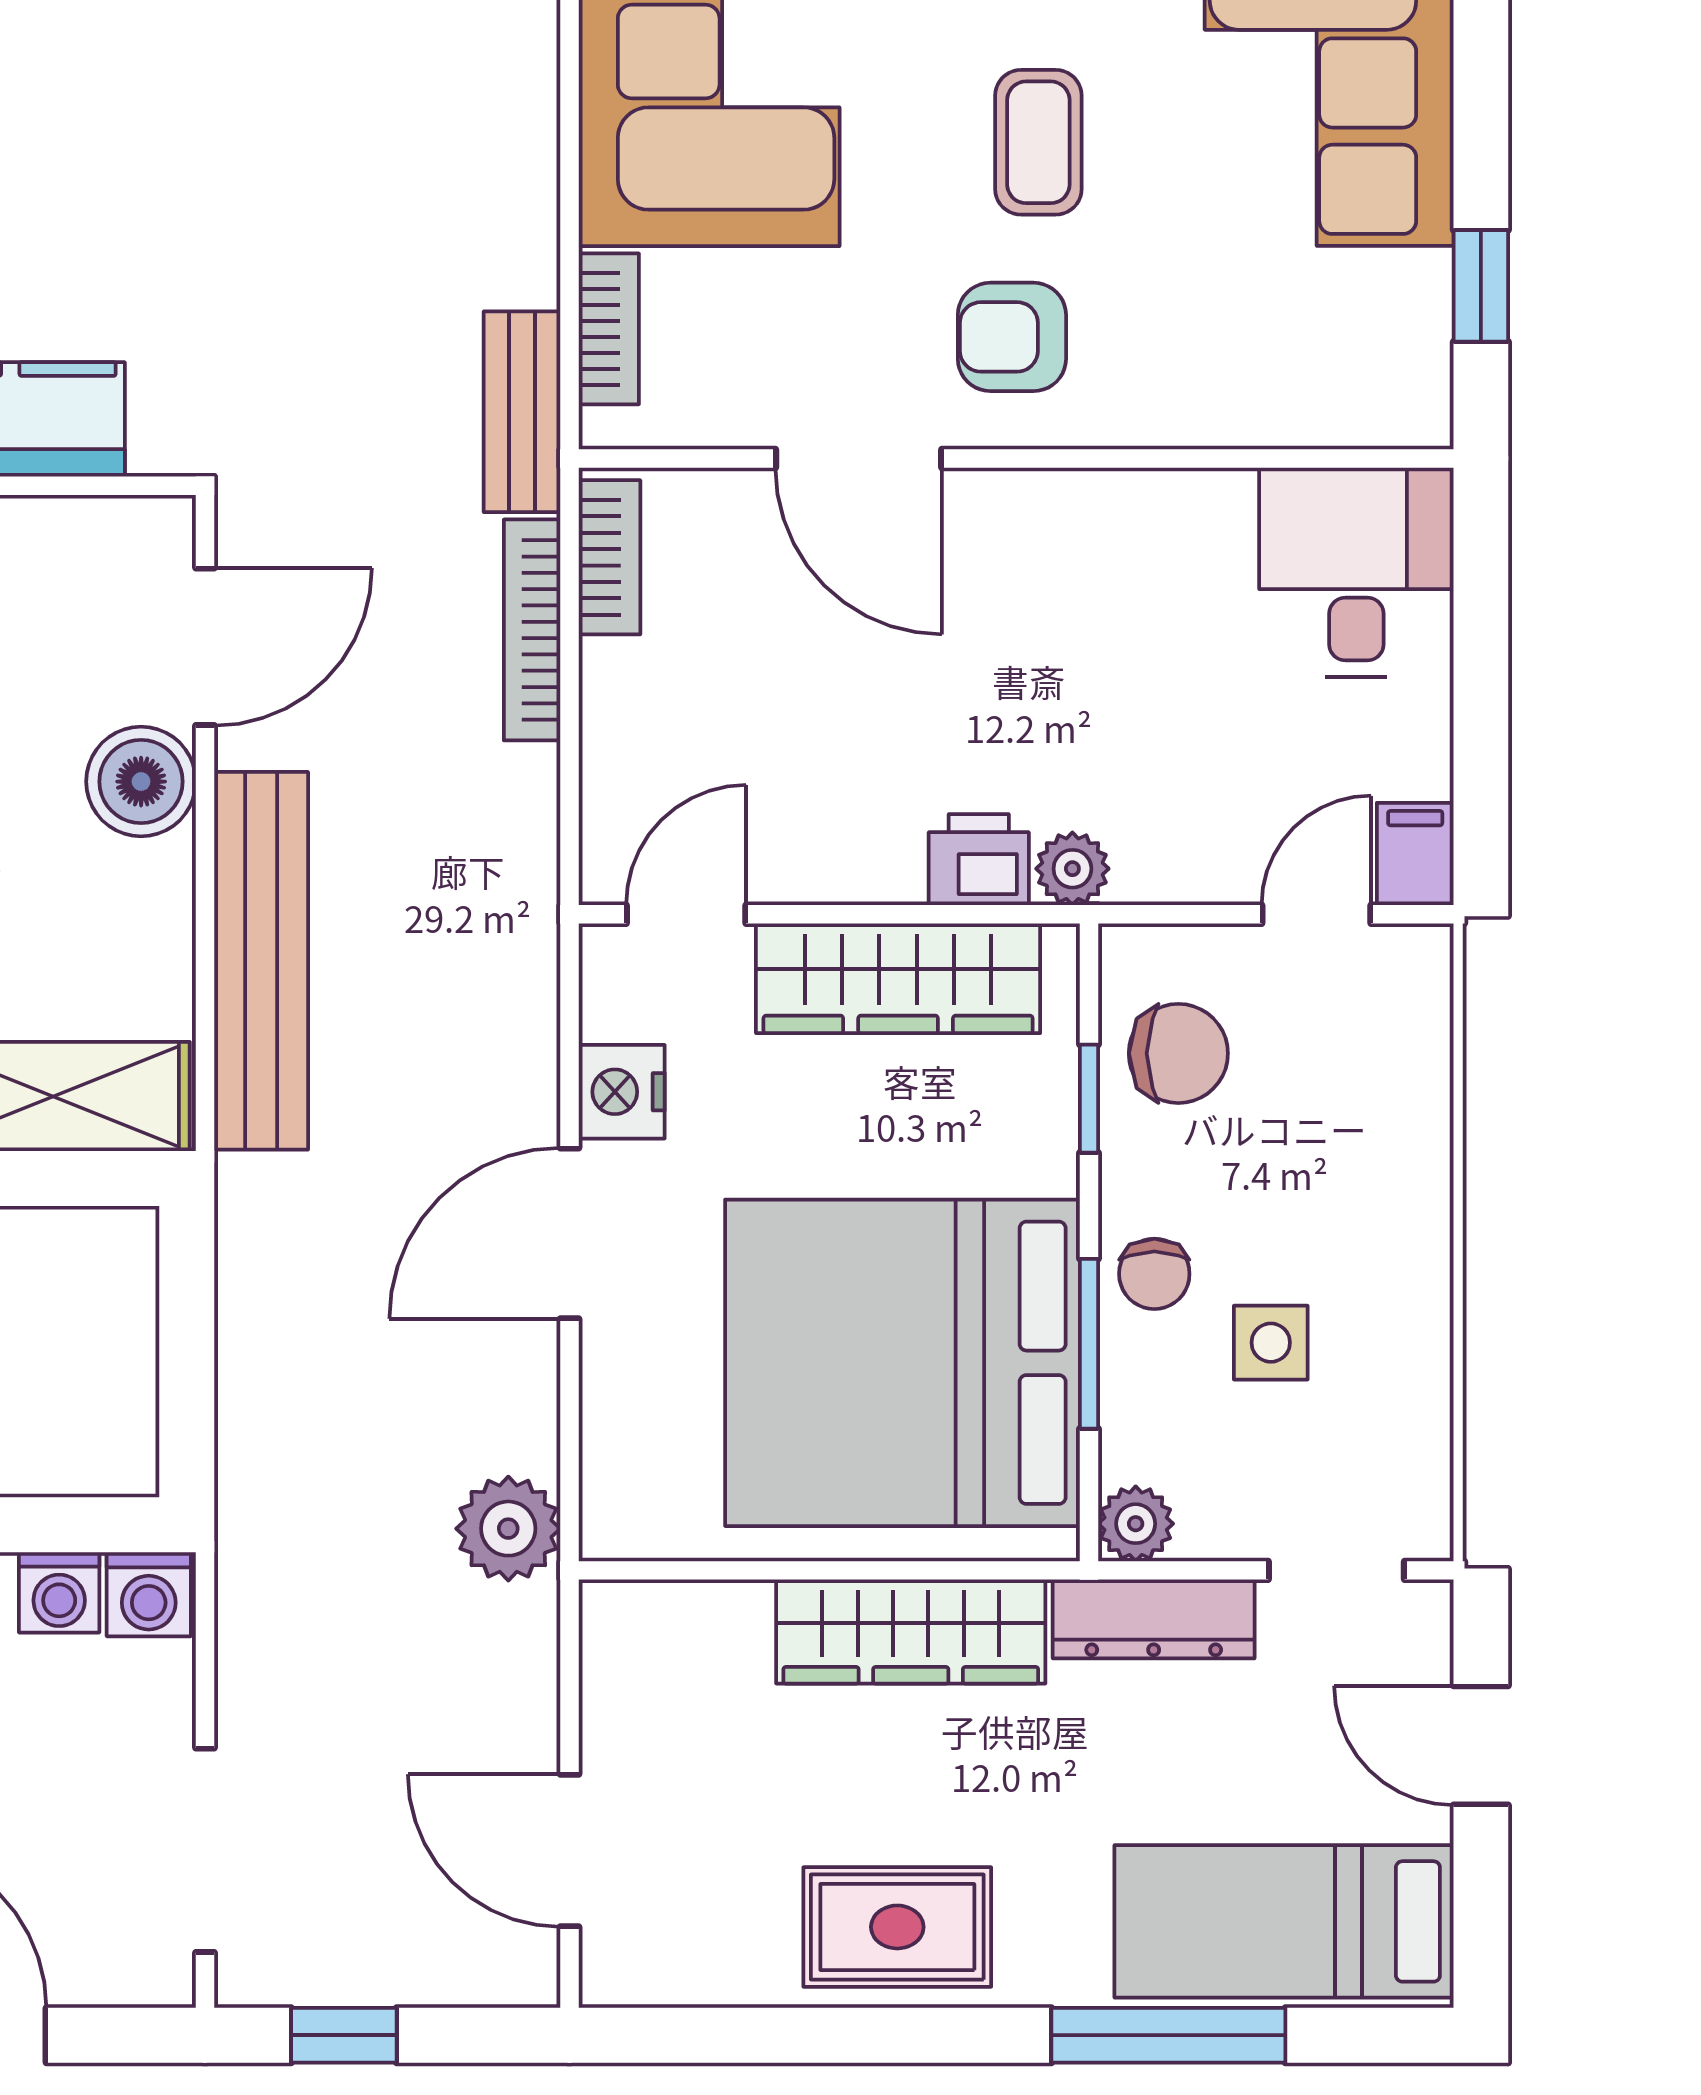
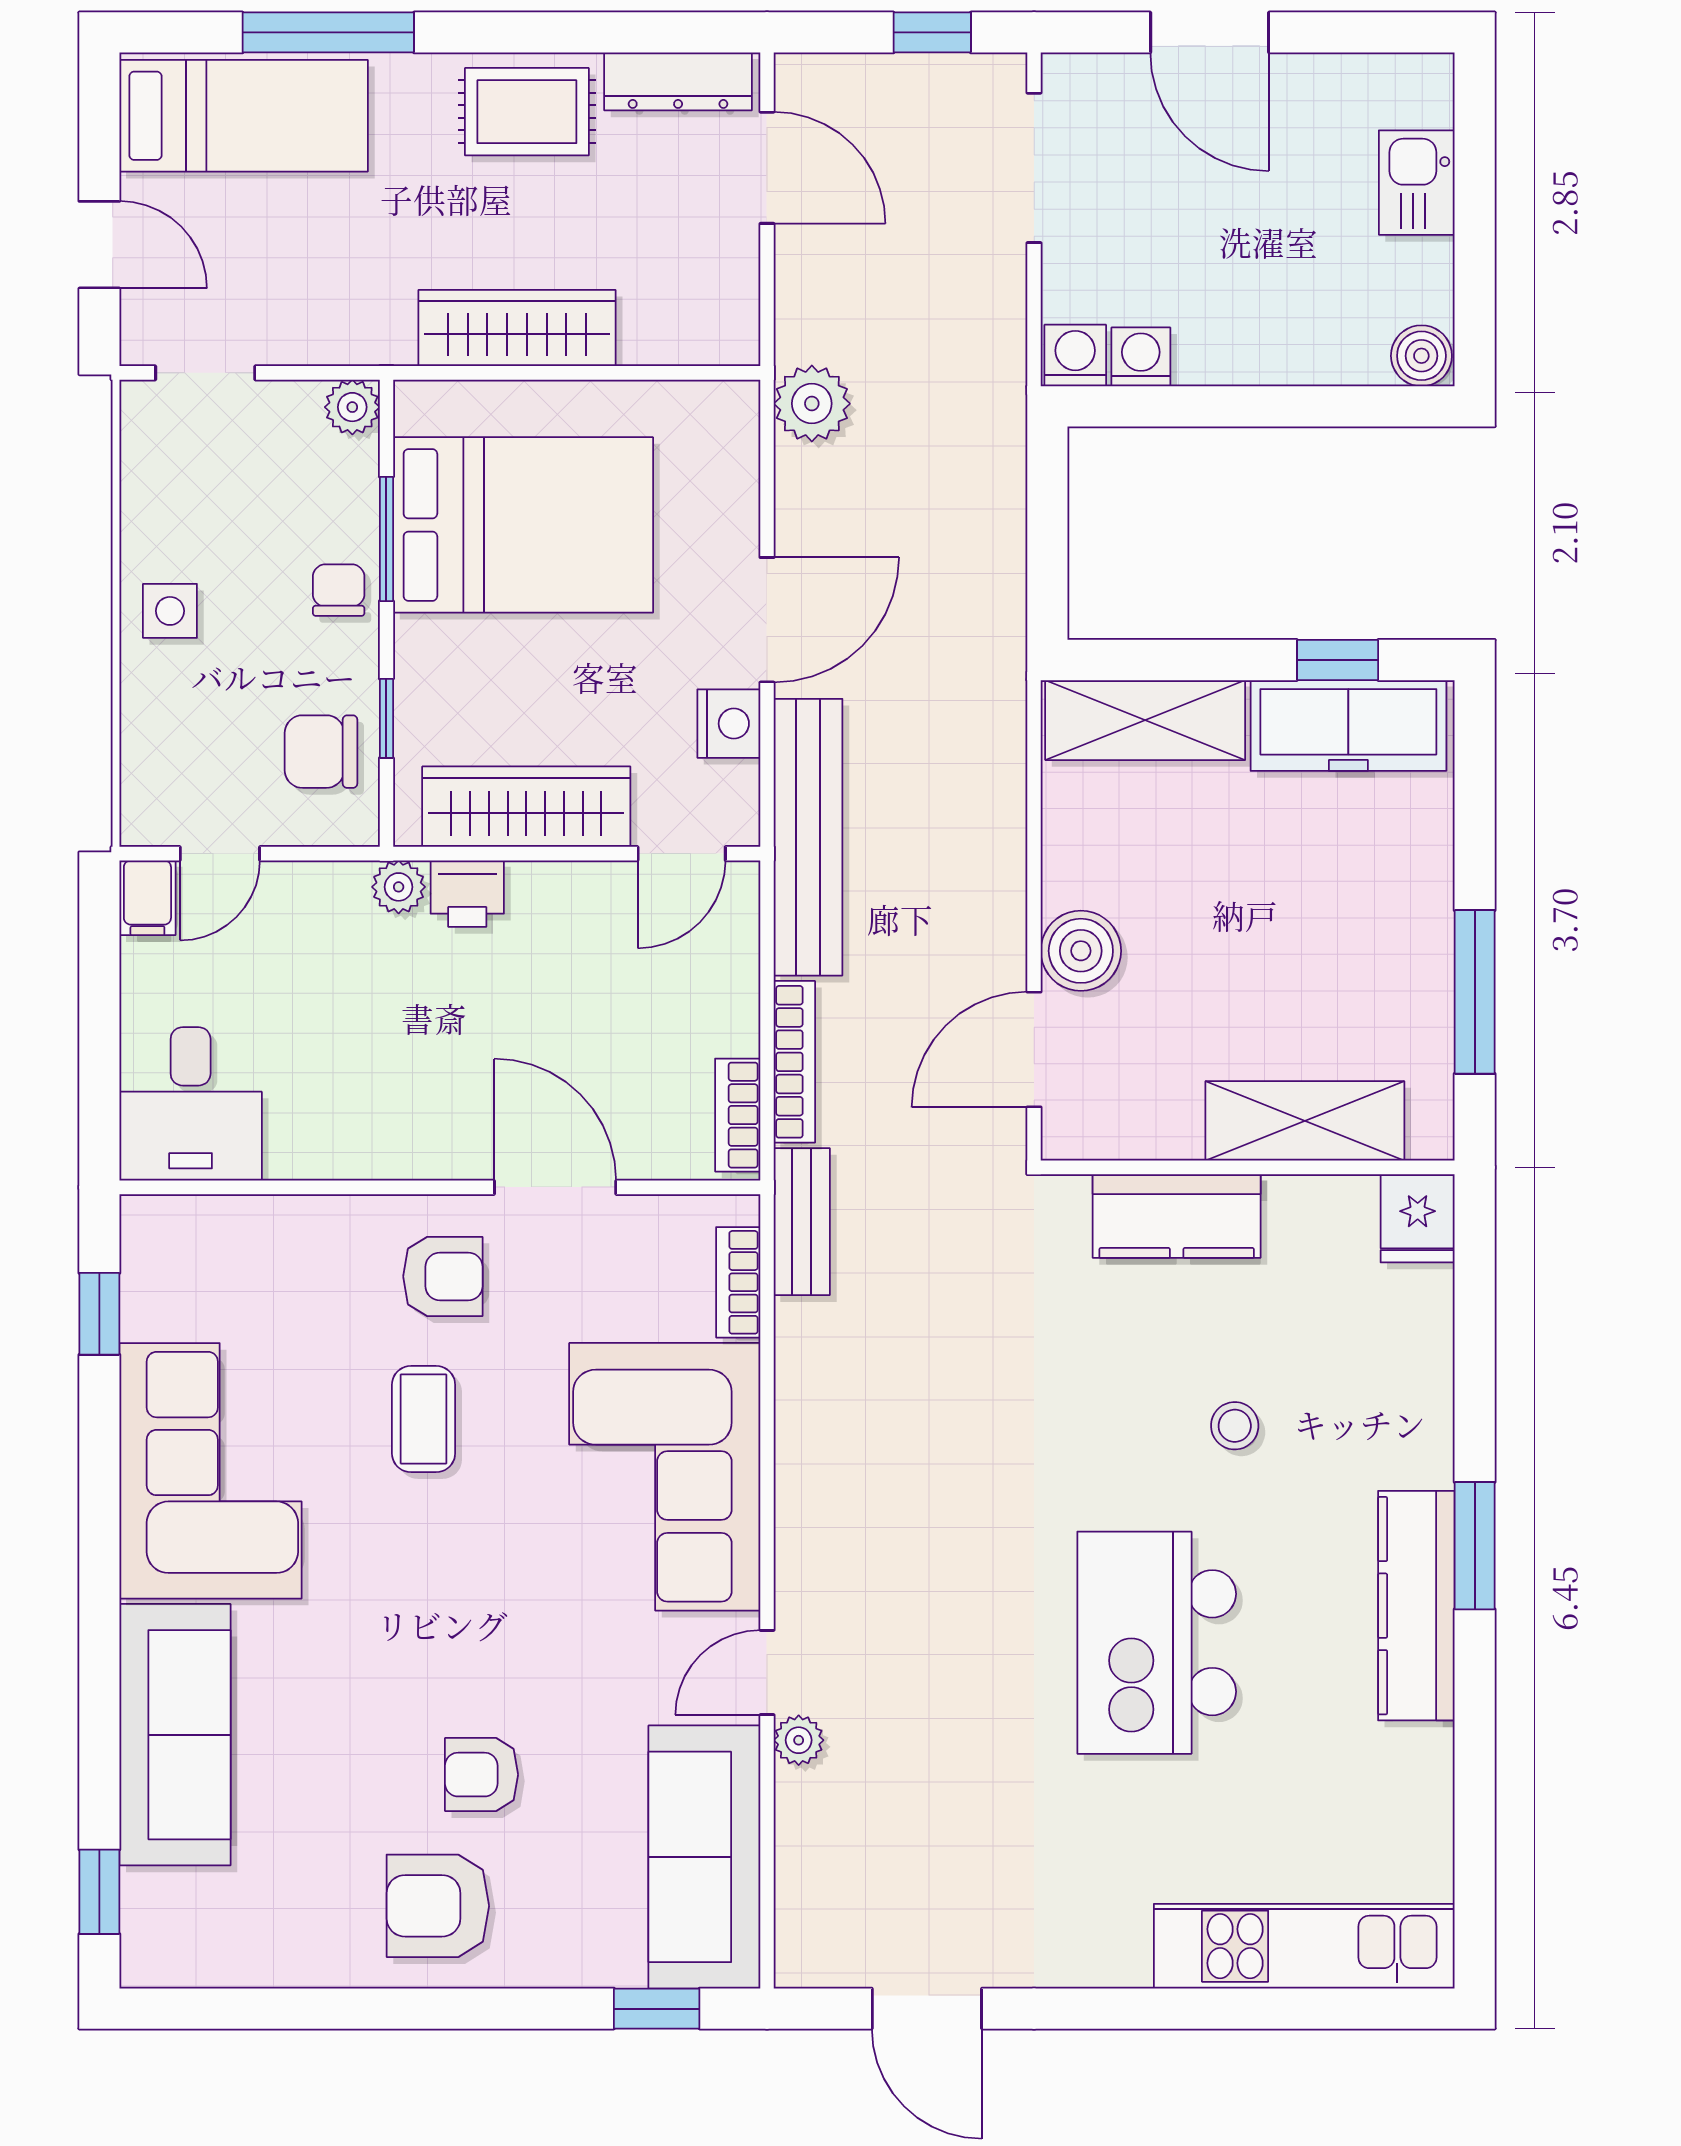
bench: (261, 961) -> (808, 837), moved
side table: (1271, 1343) -> (170, 611), moved
bed: (902, 1363) -> (523, 525), width x0.73
dresser: (1154, 1619) -> (678, 81), moved, turned 180

